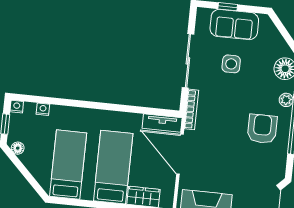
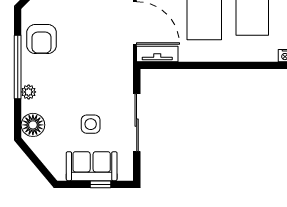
bookcase: (191, 109) -> (128, 72), removed
armchair: (262, 129) -> (42, 39), moved

